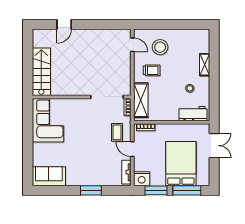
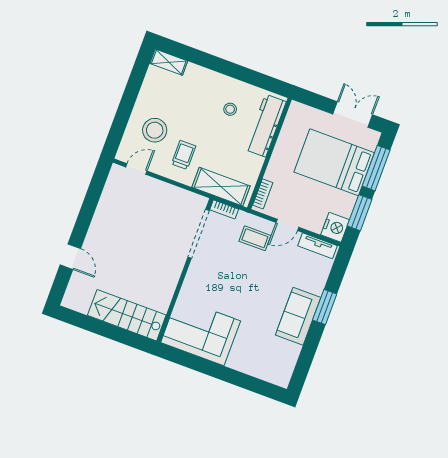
shelving: (205, 65) -> (169, 62), moved
workbench: (193, 114) -> (266, 126), width x1.37
double door: (214, 146) -> (353, 114), moved
sofa: (49, 176) -> (298, 316), moved

